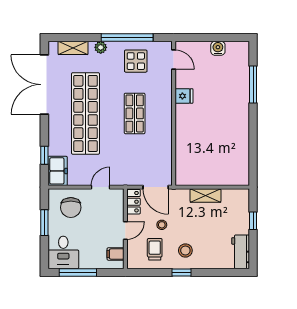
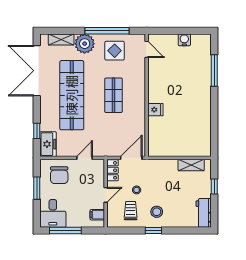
plant: (101, 47) -> (85, 44), width x1.88, depth x1.88
fridge: (184, 96) -> (155, 110), moved
door: (156, 187) -> (131, 158), swing flipped
shelving: (206, 196) -> (191, 165), moved

